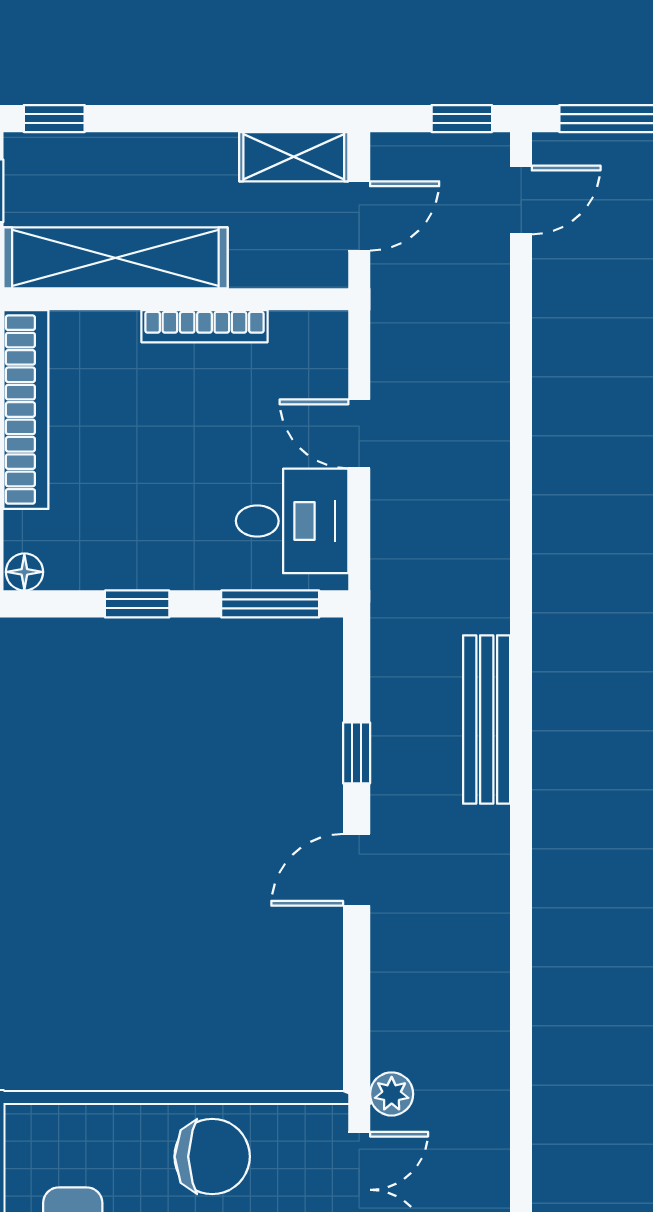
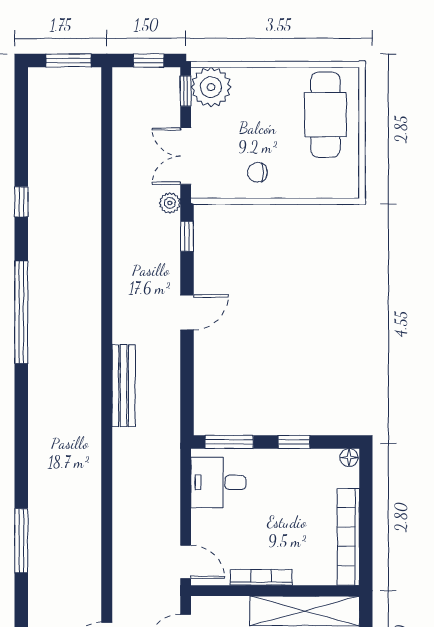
door: (359, 434) -> (186, 562), moved
window: (357, 753) -> (187, 236), moved
chair: (212, 1157) -> (257, 172), width x0.54, depth x0.54

